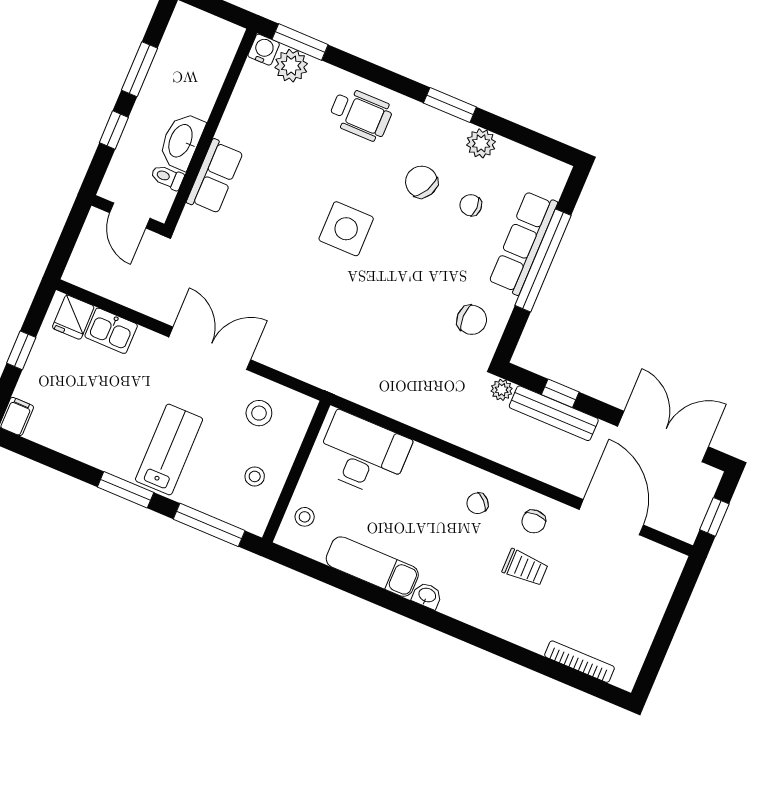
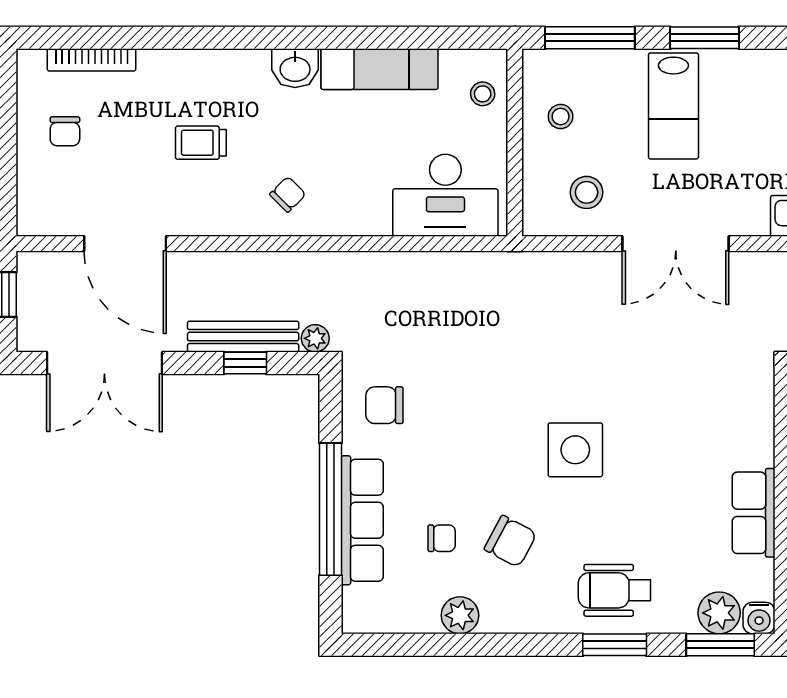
window: (450, 105) -> (615, 645), moved
row of seats: (215, 177) -> (754, 513), moved
chair: (534, 521) -> (65, 131), moved, turned 180
washbasin: (427, 596) -> (295, 68), width x1.38, depth x1.45

